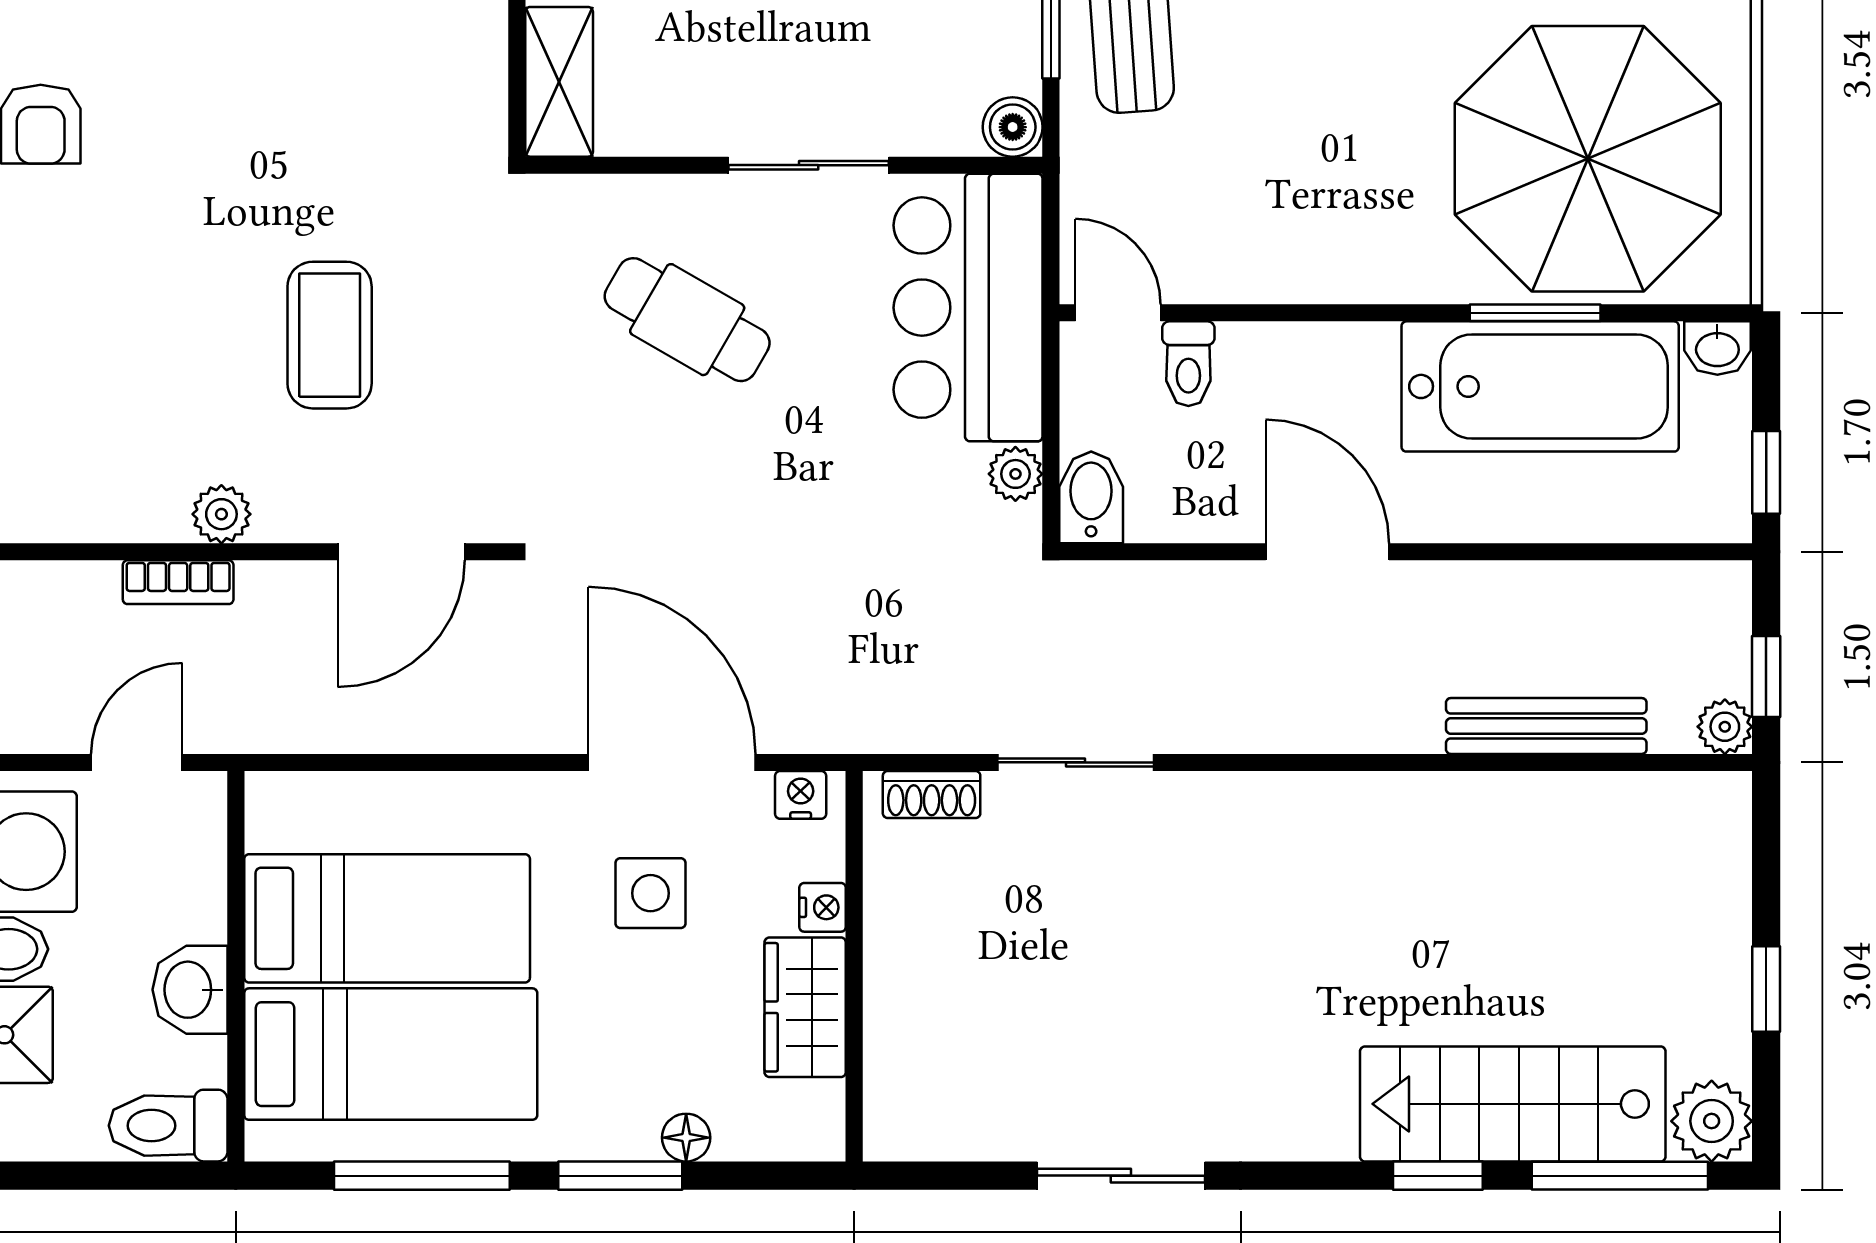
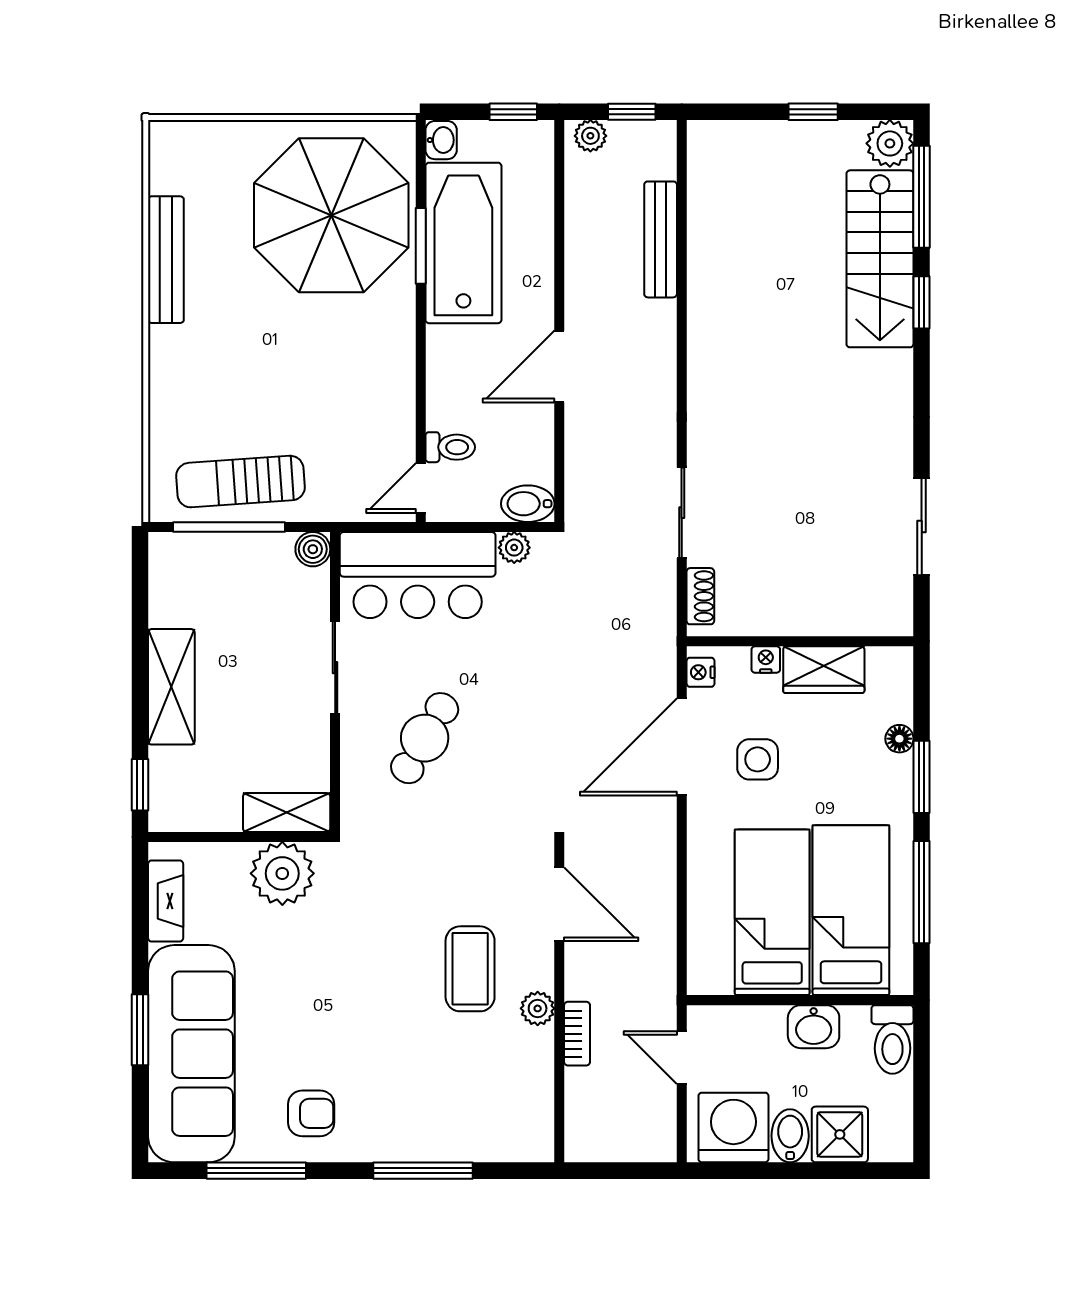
plant: (454, 74) -> (282, 873), added
coffee table: (330, 335) -> (470, 969), moved, turned 90
plant: (1725, 727) -> (590, 136), moved
sliding door: (1121, 1176) -> (922, 527), moved

